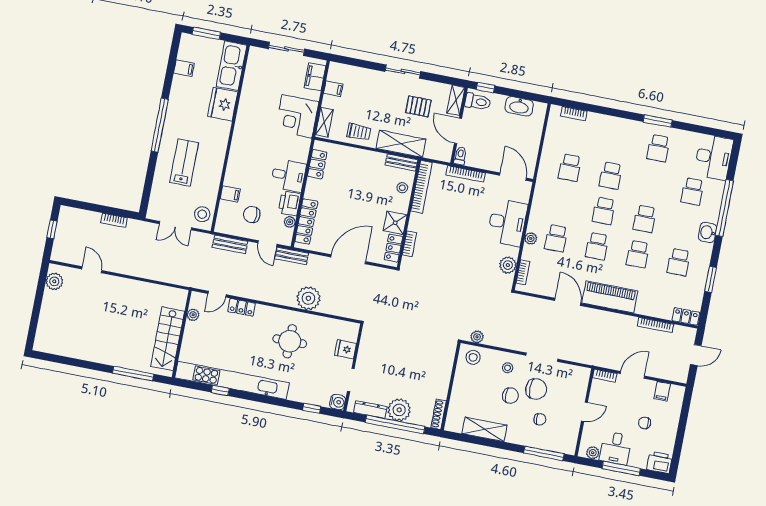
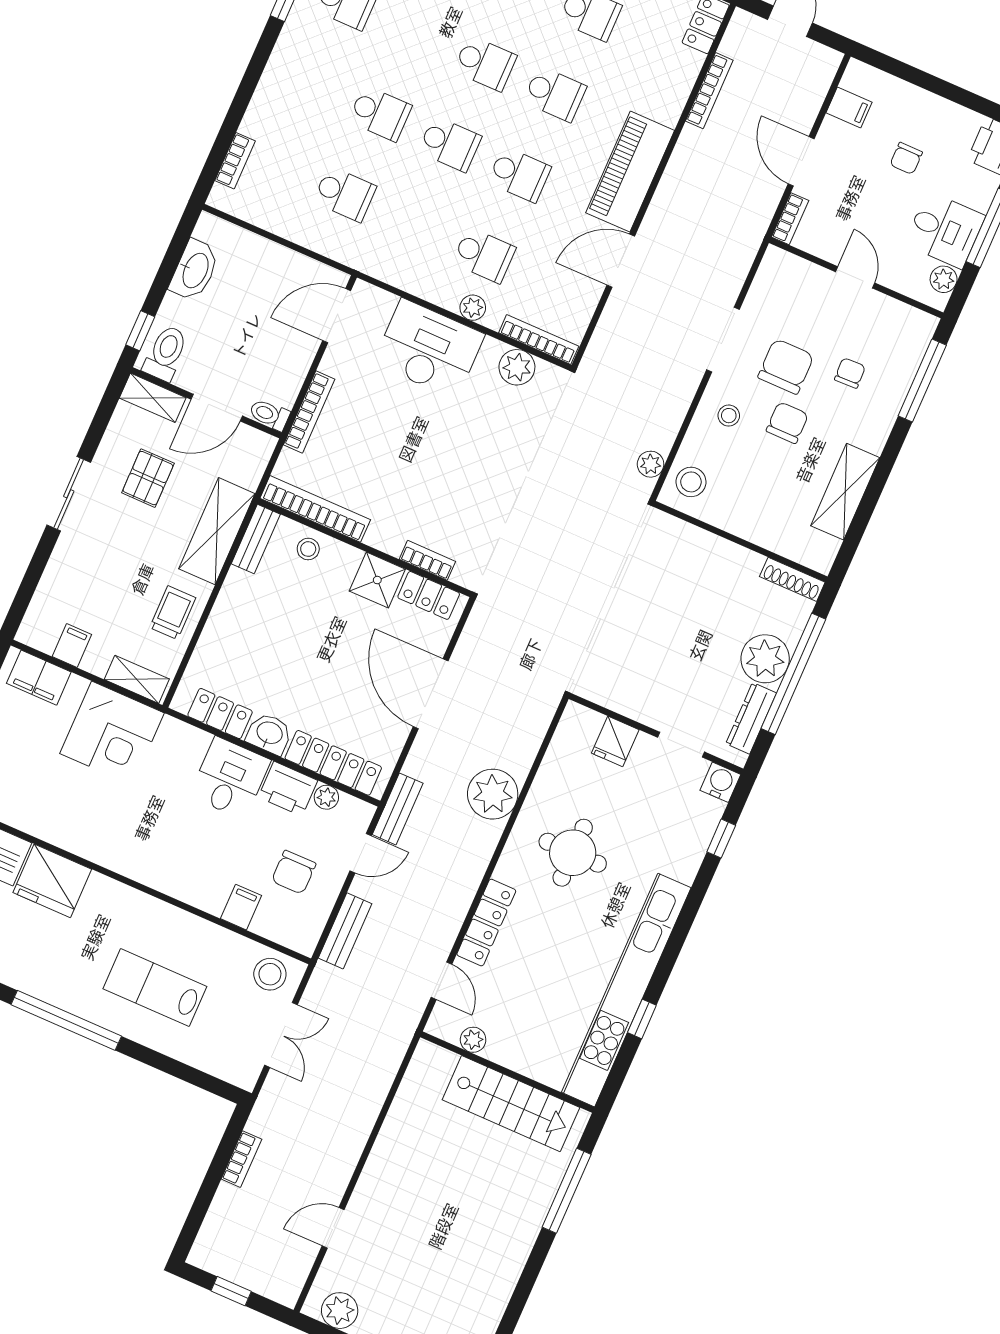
washbasin: (313, 189) -> (269, 734), added
bookcase: (523, 272) -> (539, 339), width x1.56
locker: (242, 307) -> (486, 923), width x1.53

